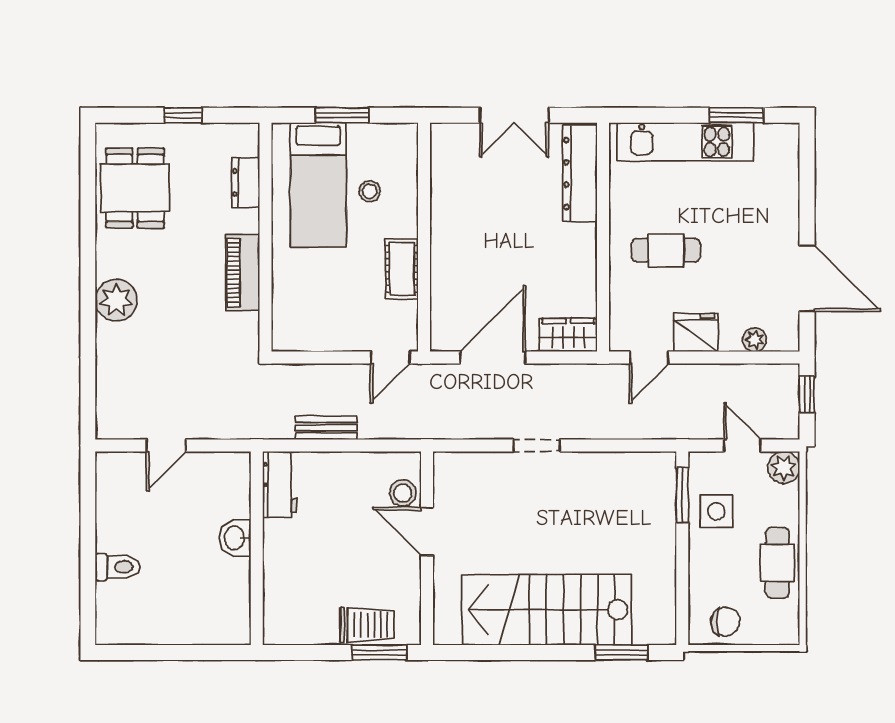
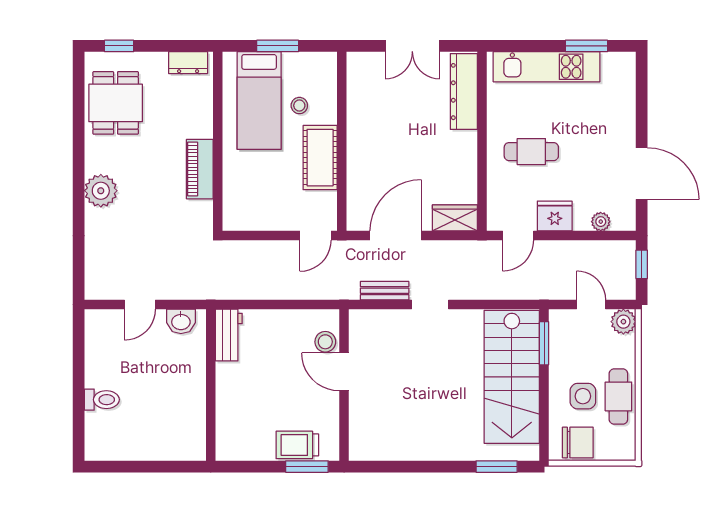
window: (183, 115) -> (119, 46), moved
dresser: (246, 182) -> (188, 63), moved, turned -90
cot: (402, 269) -> (320, 158), width x1.37, depth x1.34
bench: (326, 428) -> (385, 291), moved
side table: (716, 511) -> (583, 396), moved
washbasin: (235, 538) -> (181, 321), moved, turned -90
stairs: (547, 610) -> (512, 377), moved, turned -90
chair: (725, 622) -> (578, 442), width x1.37, depth x1.37
trolley: (367, 625) -> (297, 445), turned 180

